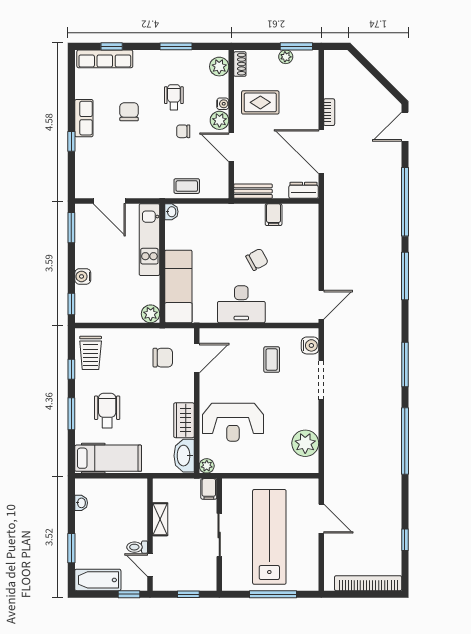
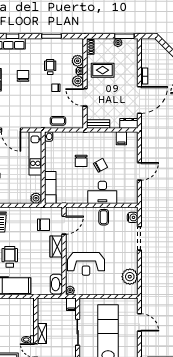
plant: (219, 67) -> (78, 61), moved
door: (321, 152) -> (139, 100), swing flipped
filing cabinet: (274, 215) -> (121, 138), moved
chair: (225, 252) -> (81, 161), added
exam couch: (178, 286) -> (50, 188), width x0.73, depth x0.69
desk: (241, 304) -> (102, 192), moved
door: (321, 305) -> (139, 171), moved
coffee table: (272, 360) -> (104, 217), moved
wardrobe: (184, 420) -> (56, 246), moved
shelving: (160, 519) -> (42, 333), moved

